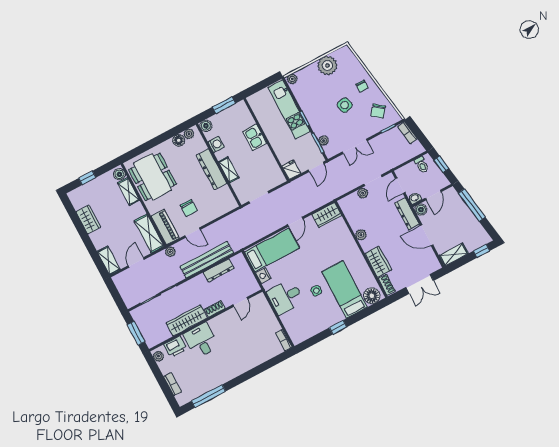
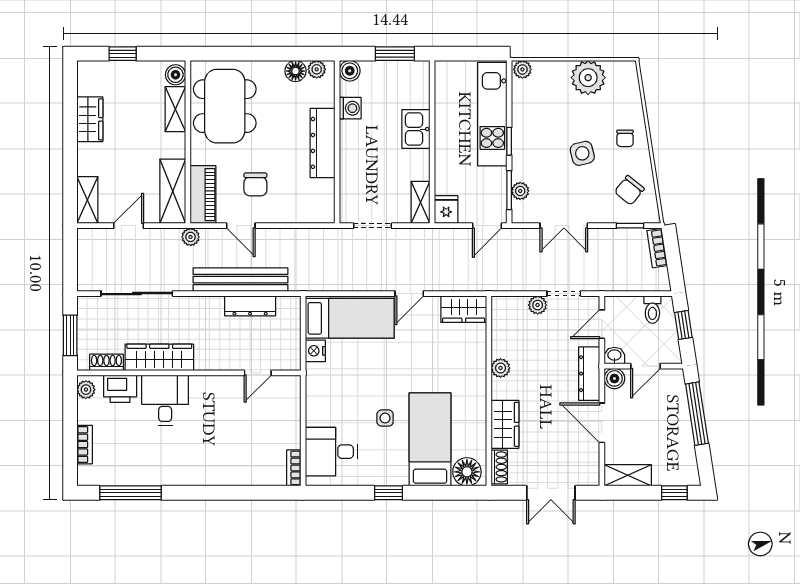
shelving: (229, 170) -> (420, 202), moved
desk: (285, 297) -> (332, 452), moved
shoe rack: (215, 309) -> (106, 362), moved

